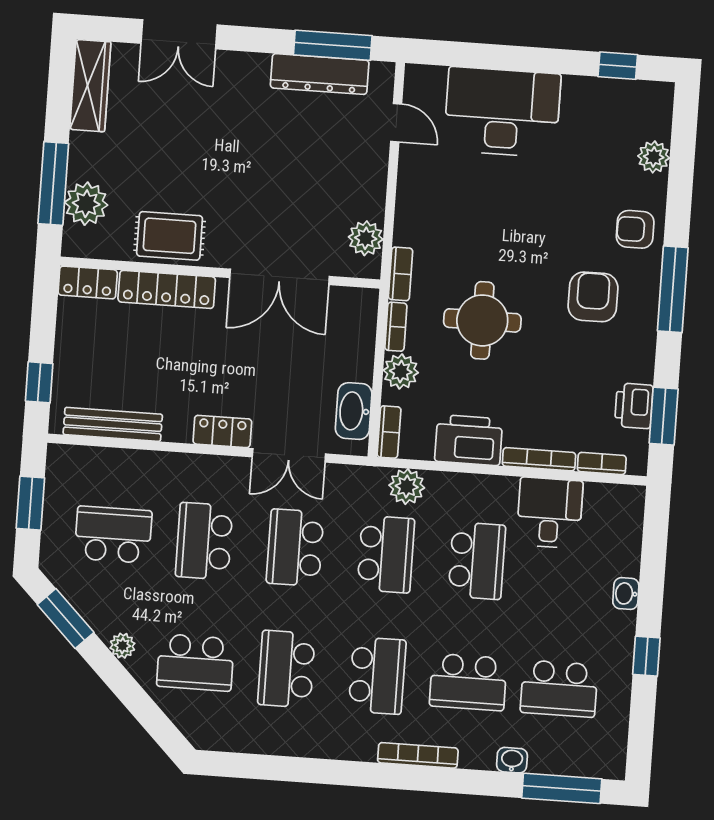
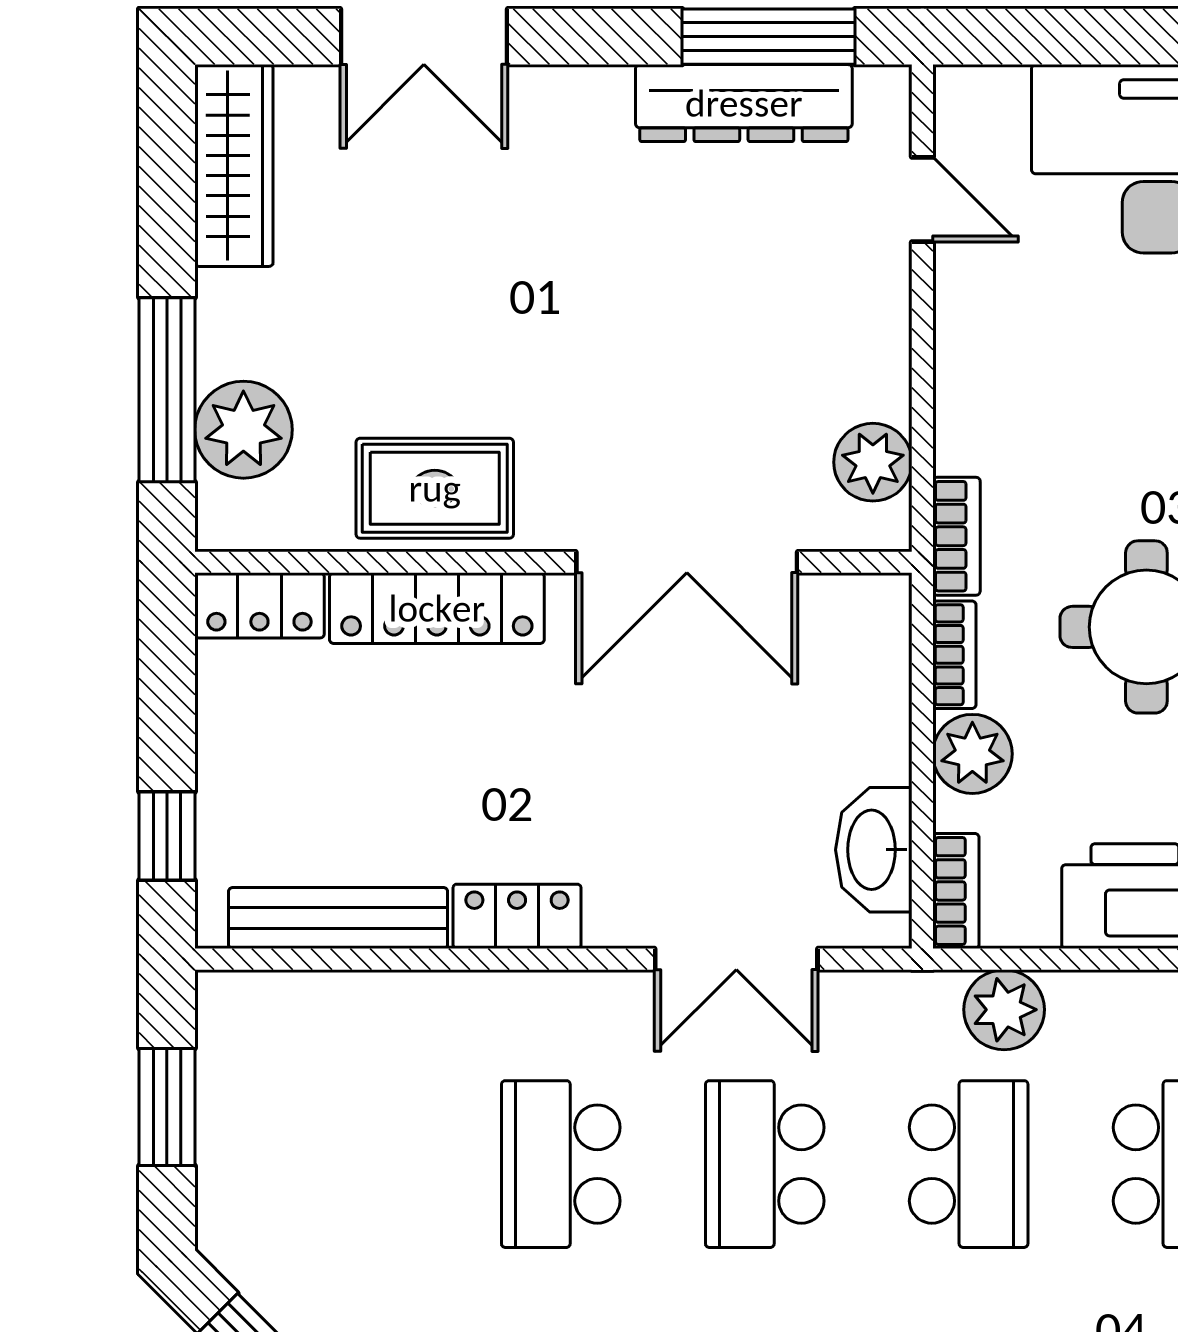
locker: (222, 431) -> (517, 916), moved
school desk: (113, 535) -> (357, 1164), removed

